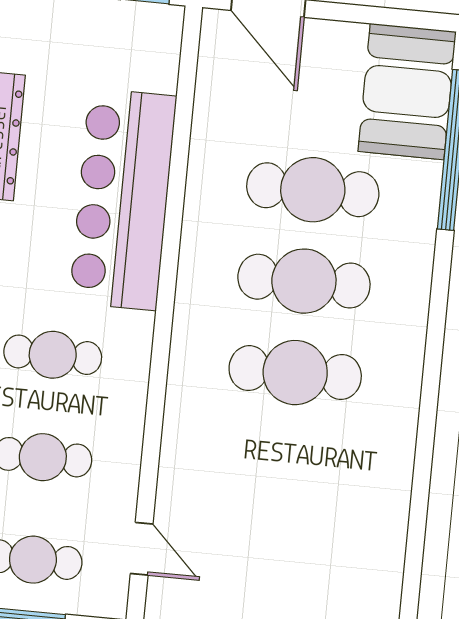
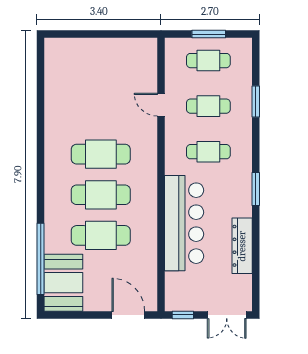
door: (142, 549) -> (161, 105), moved

